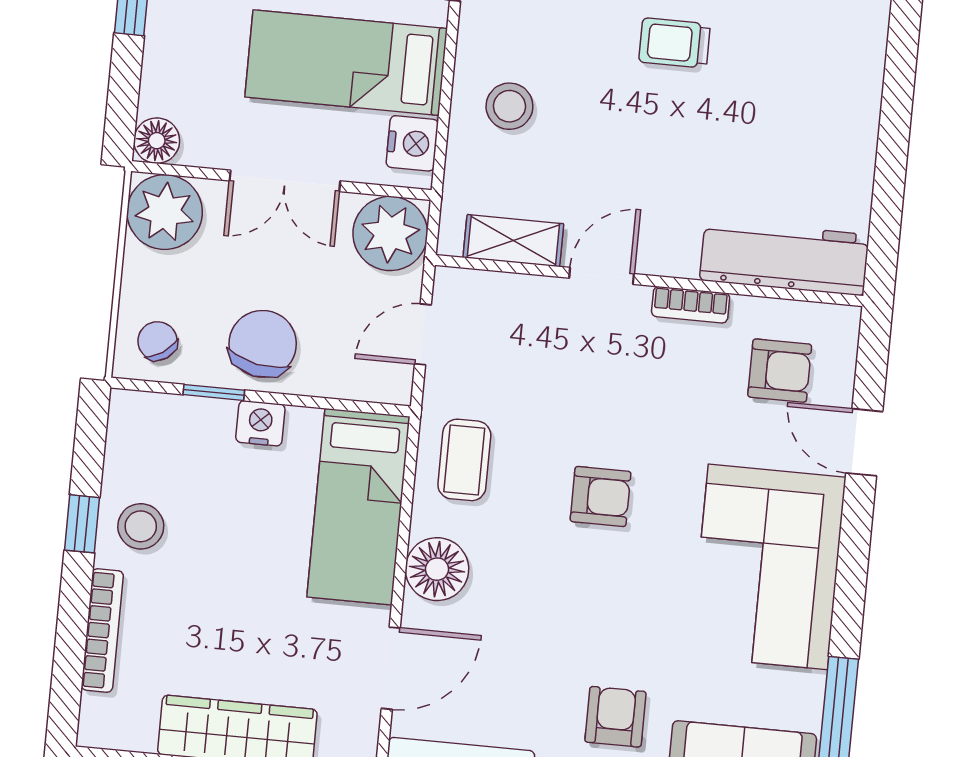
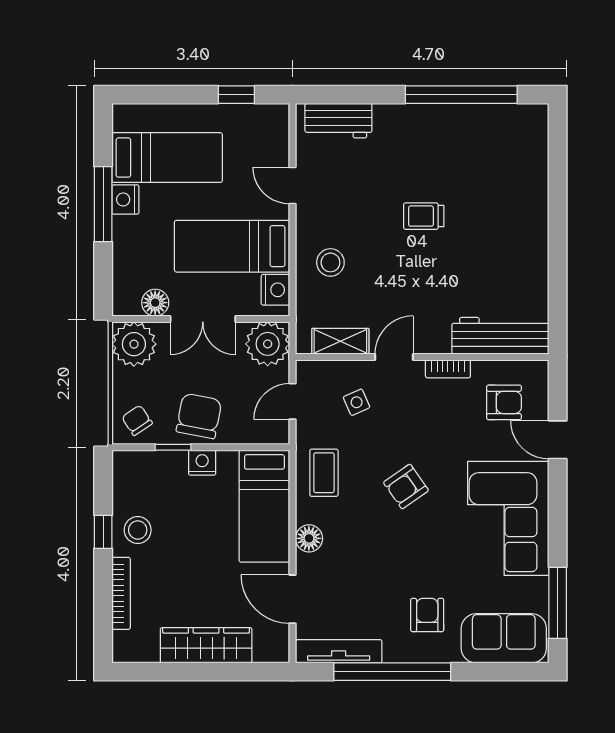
floor lamp: (157, 141) -> (155, 303), moved
side table: (531, 346) -> (357, 402), added
armchair: (601, 496) -> (406, 486), turned 145
floor lamp: (437, 569) -> (309, 538), width x0.73, depth x0.73
door: (391, 668) -> (293, 599), swing flipped

